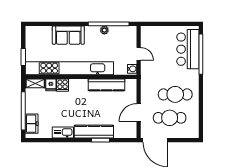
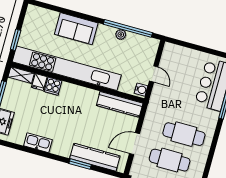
kitchen counter: (107, 85) -> (120, 104), moved
kitchen counter: (94, 132) -> (95, 157), moved

